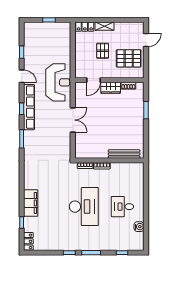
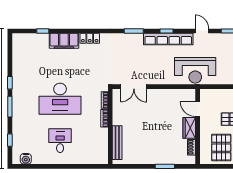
door: (22, 76) -> (202, 31), swing flipped
double door: (73, 120) -> (134, 87), moved
water cooler: (139, 227) -> (26, 159), moved
locker: (28, 241) -> (90, 38), moved

